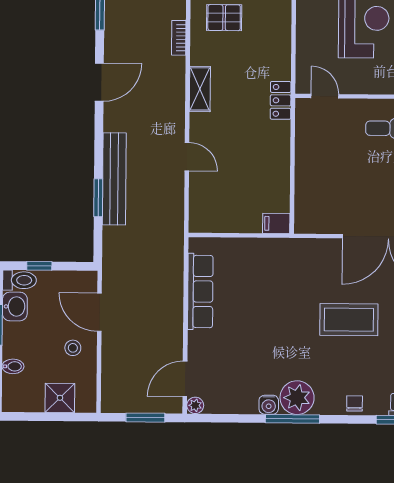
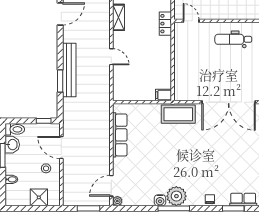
window: (39, 266) -> (44, 121), moved
coffee table: (349, 320) -> (178, 114), moved

